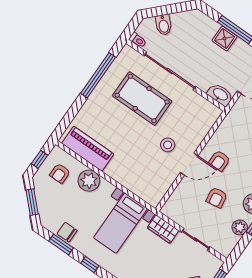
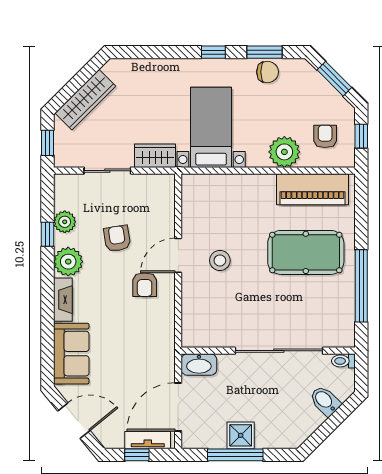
pool table: (142, 99) -> (306, 252), moved
armchair: (219, 161) -> (145, 285), turned 180

